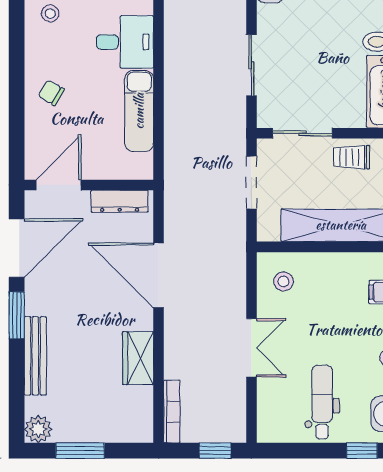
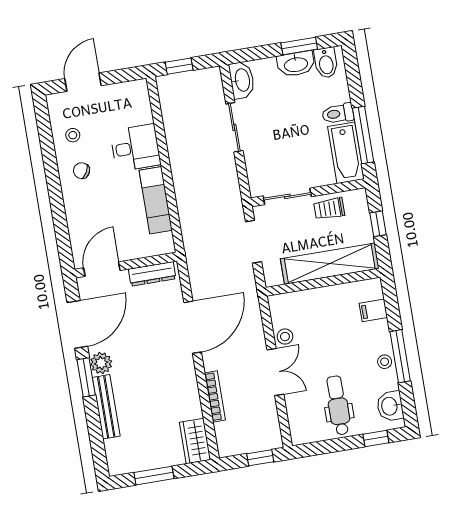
sliding door: (251, 65) -> (234, 127), moved
chair: (51, 93) -> (82, 171), moved
door: (159, 275) -> (193, 327), swing flipped
stool: (283, 281) -> (285, 337), moved
wardrobe: (138, 358) -> (195, 441), moved
bookcase: (172, 412) -> (215, 396), moved
plant: (38, 429) -> (101, 363), moved

